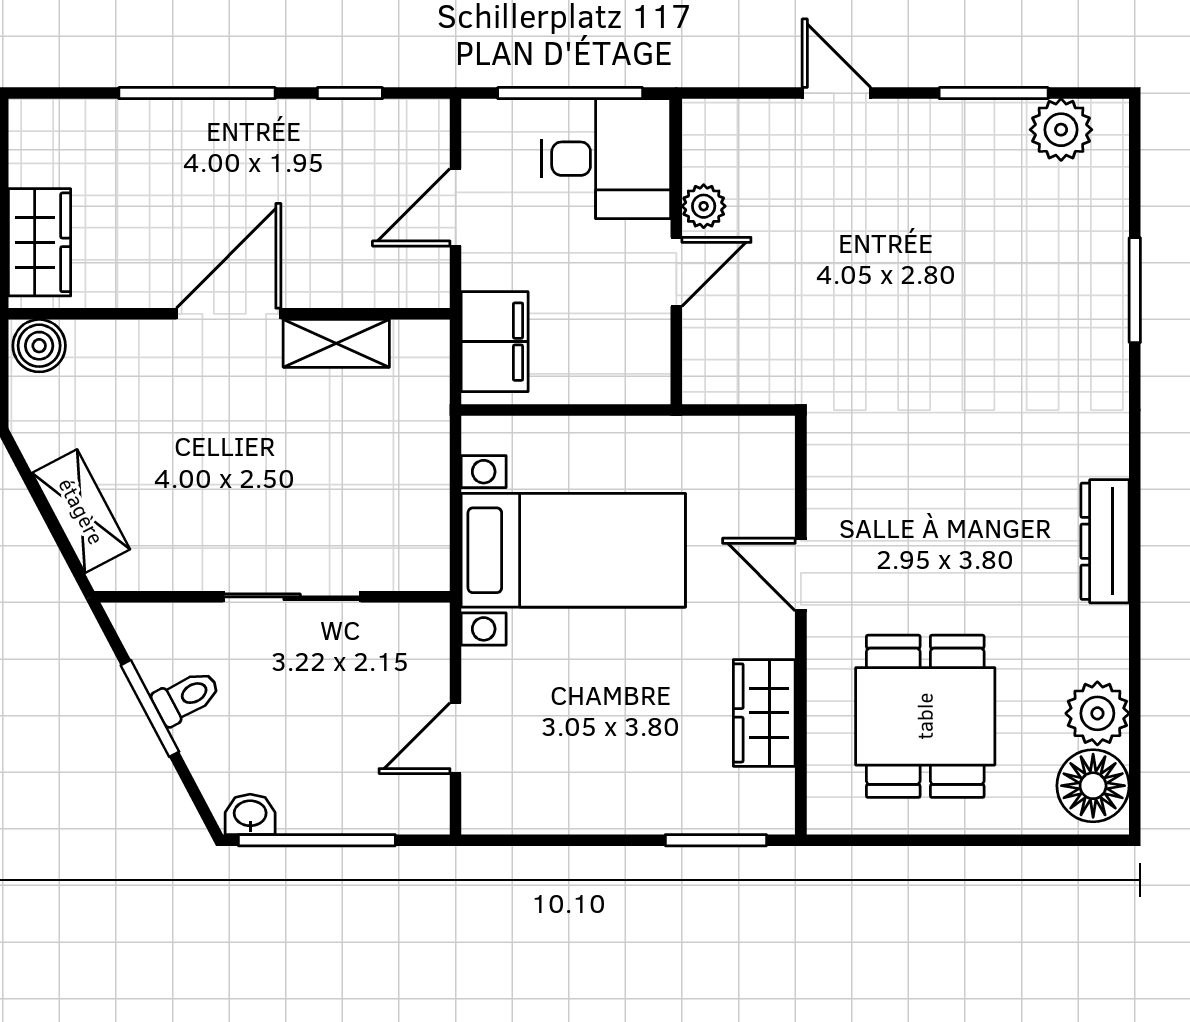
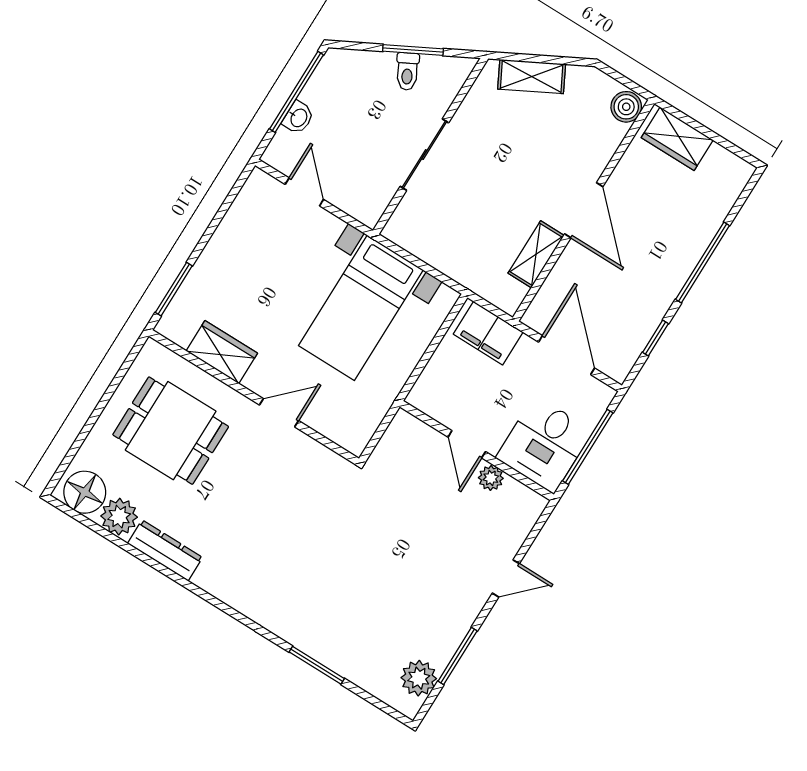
door: (456, 207) -> (567, 355), width x1.38
dresser: (1105, 541) -> (165, 550), moved
washbasin: (250, 814) -> (298, 118), moved

